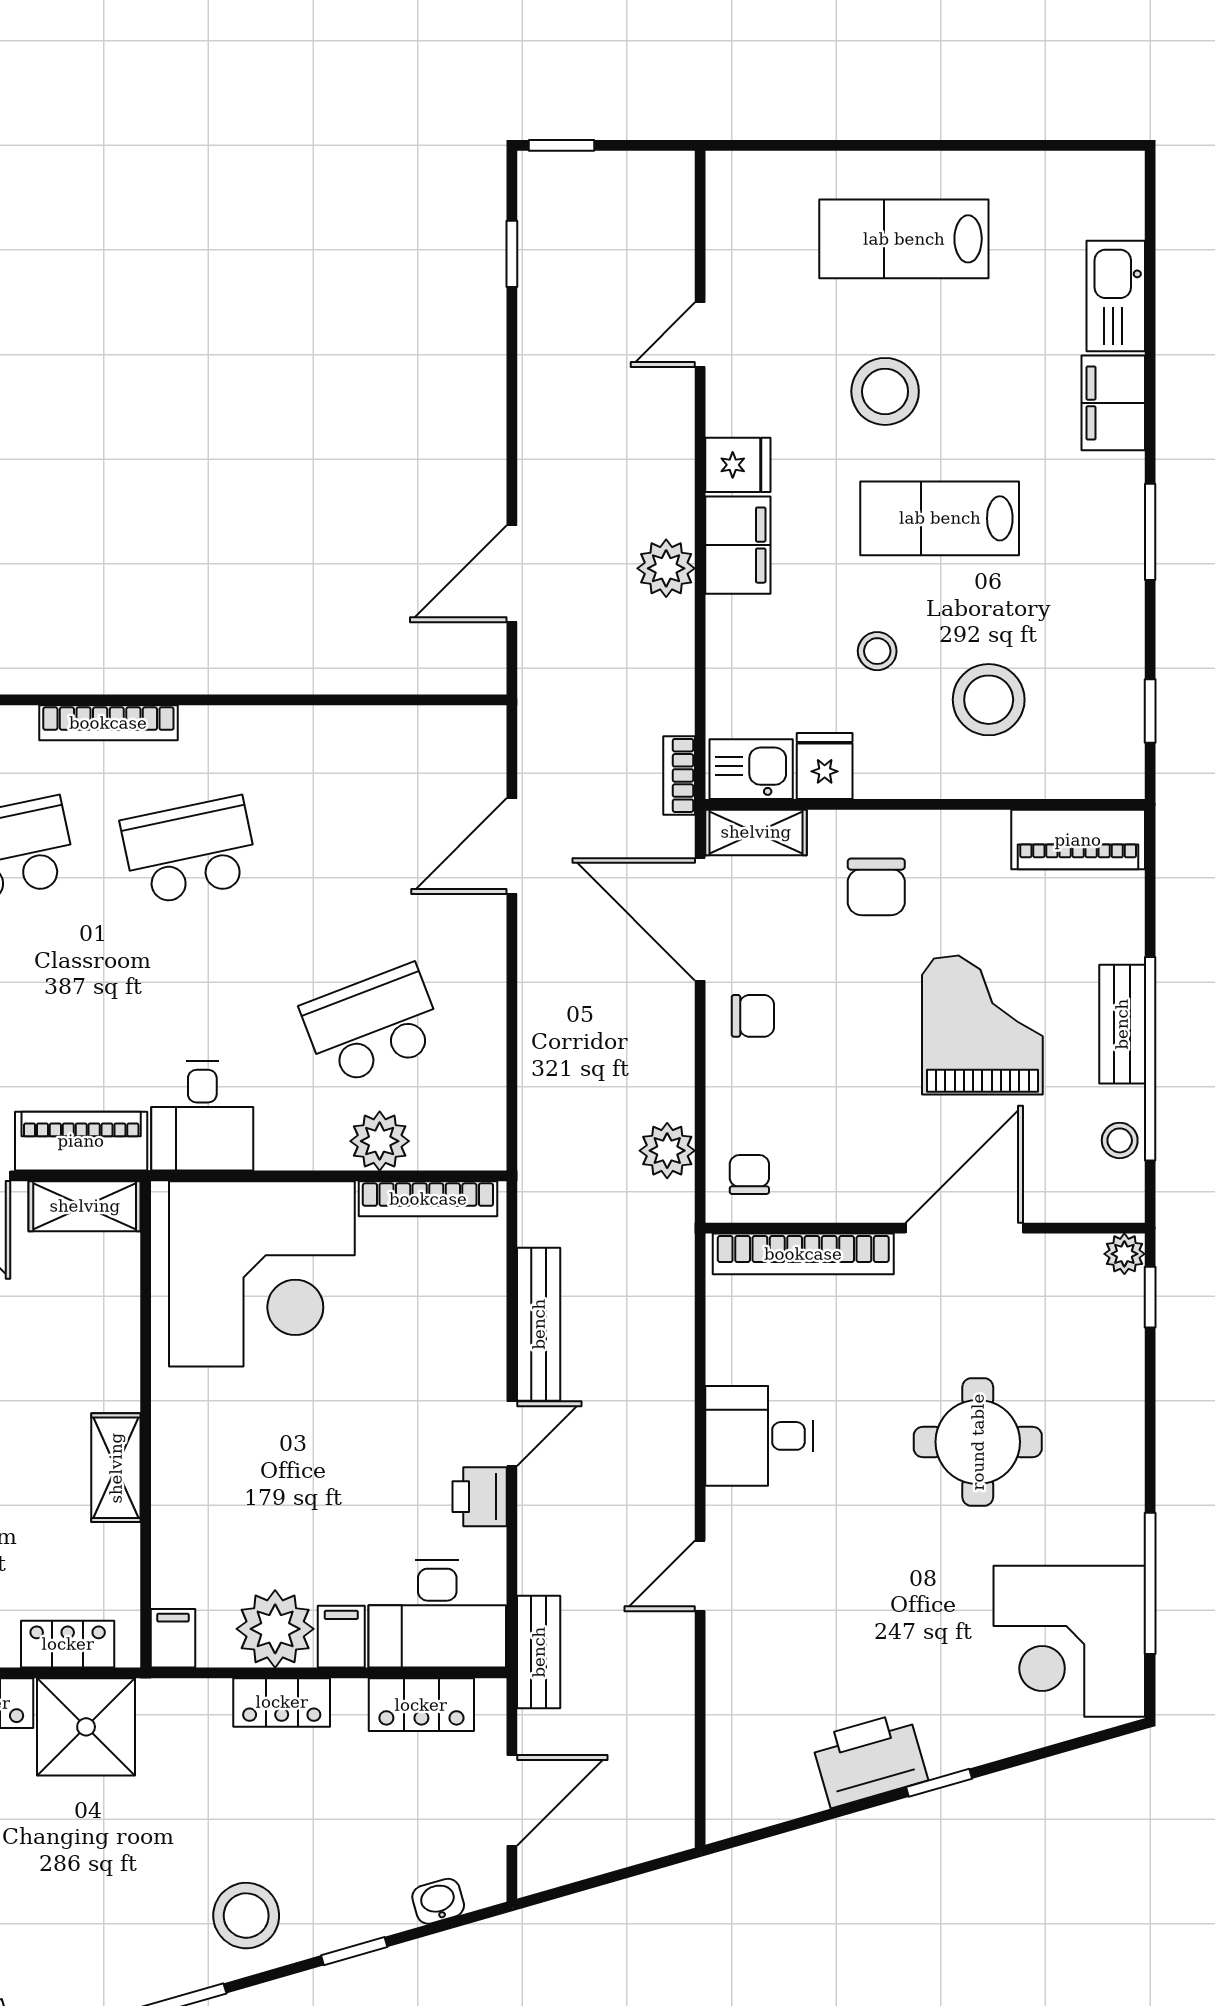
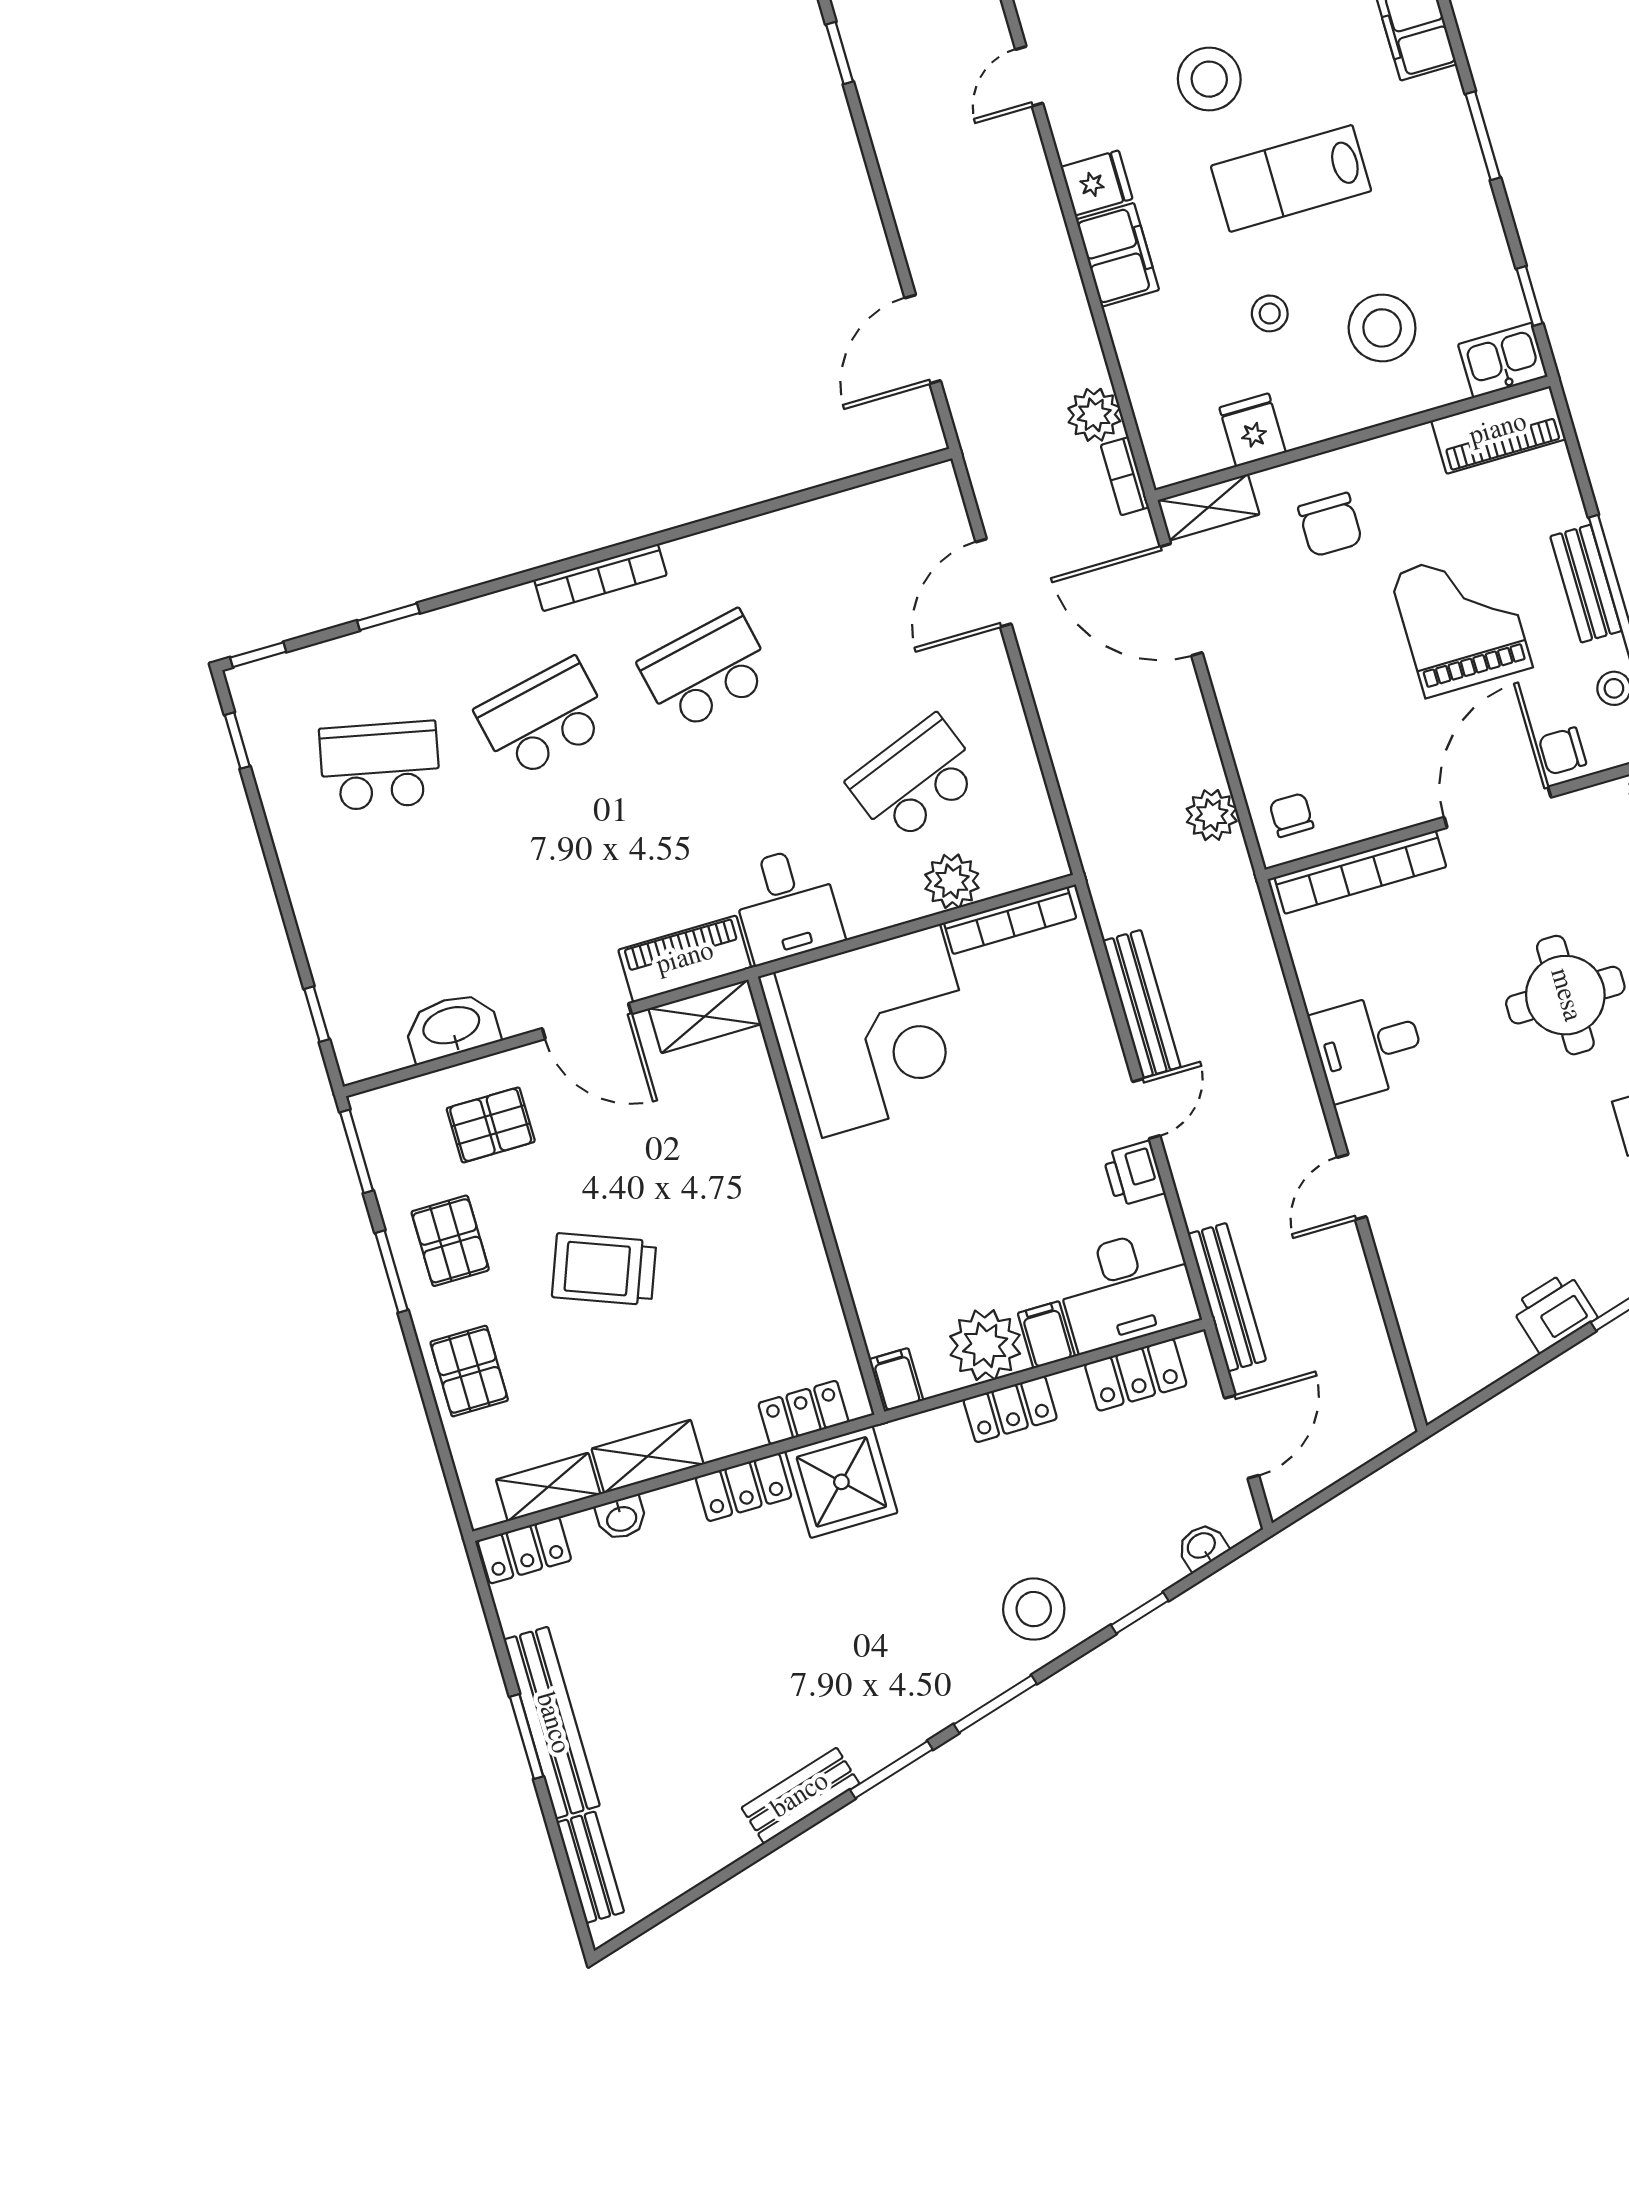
plant: (666, 568) -> (1094, 415), moved
kitchen sink: (751, 769) -> (1503, 360), moved
chair: (753, 1016) -> (1562, 751), moved, turned 180
shelving: (116, 1468) -> (801, 1242), removed
bench: (539, 1652) -> (1227, 1297), width x1.36
printer: (870, 1759) -> (1554, 1312), width x0.73, depth x0.84

